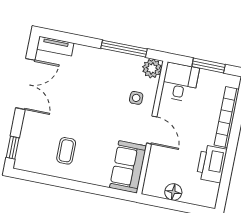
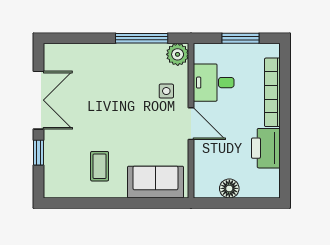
tv unit: (55, 46) -> (64, 51), removed
desk: (180, 82) -> (214, 83), moved, turned -90
window: (13, 148) -> (39, 153), moved
sofa: (128, 167) -> (155, 182), moved, turned 90

